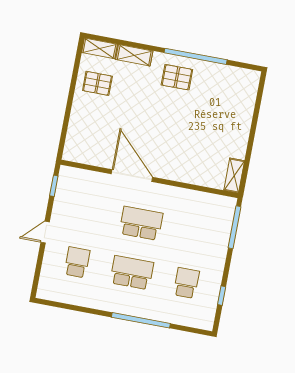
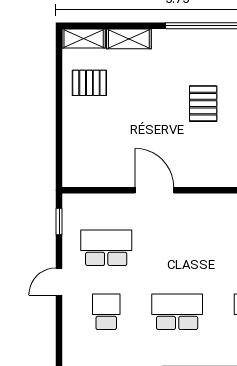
pallet: (177, 77) -> (203, 104), moved, turned 90
door: (132, 176) -> (154, 190), width x0.73
school desk: (141, 223) -> (106, 248), moved

